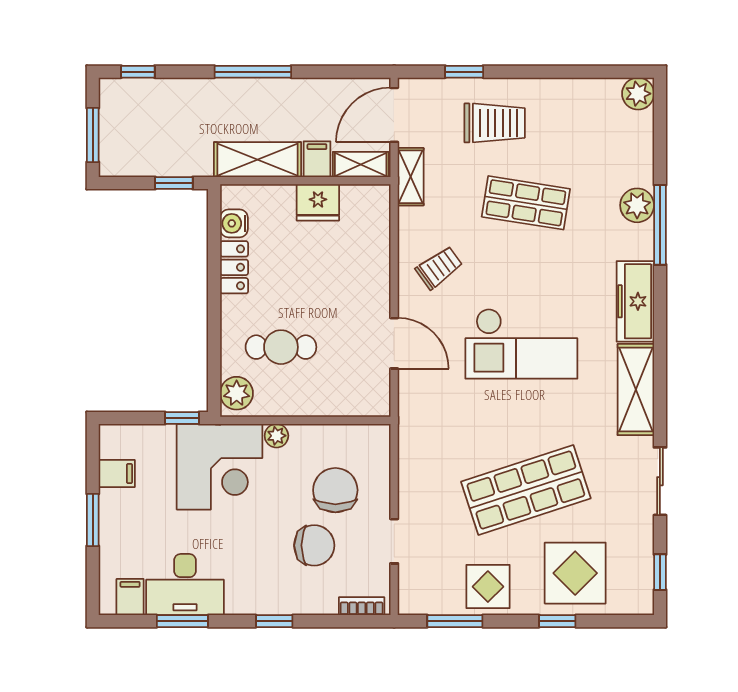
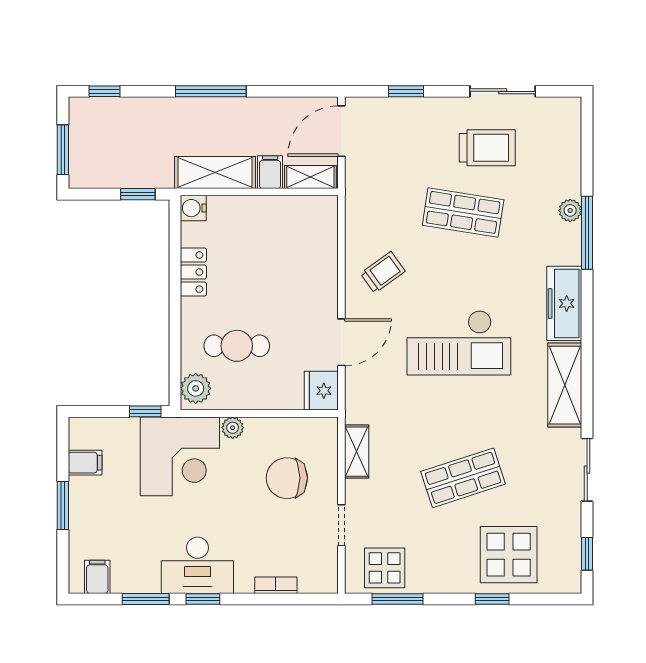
sliding door: (569, 72) -> (503, 91), added
plant: (638, 94) -> (567, 112), removed
trolley: (495, 123) -> (487, 148), moved
shelving: (411, 177) -> (357, 452), moved
fridge: (318, 202) -> (321, 391), moved, turned 90
plant: (637, 205) -> (570, 210), width x0.73, depth x0.73
water cooler: (234, 223) -> (193, 208), moved
door: (394, 343) -> (341, 342), hinge flipped
chair: (335, 490) -> (287, 478), turned -90
shop shelf: (526, 490) -> (463, 478), width x0.70, depth x0.74
chair: (314, 545) -> (267, 529), removed
desk: (185, 585) -> (197, 565), moved
display table: (488, 587) -> (385, 568), moved
bookcase: (362, 606) -> (276, 585), moved
window: (274, 621) -> (203, 599), moved

